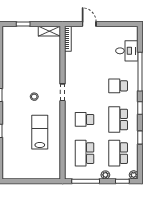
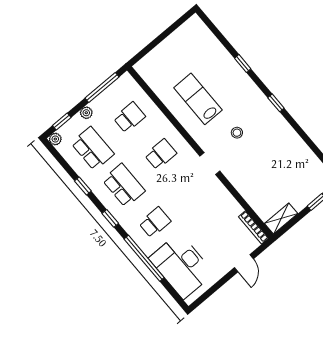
door: (89, 24) -> (244, 263), hinge flipped
desk: (127, 51) -> (181, 266), width x1.87, depth x1.30
lab bench: (40, 132) -> (198, 99), turned 180
school desk: (84, 153) -> (129, 117), width x0.54

